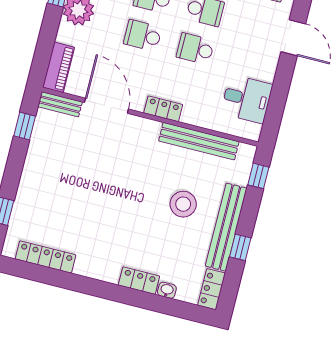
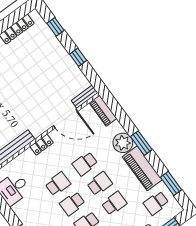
school desk: (143, 35) -> (85, 164), turned 180
window: (25, 126) -> (78, 57), moved

